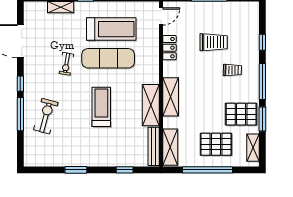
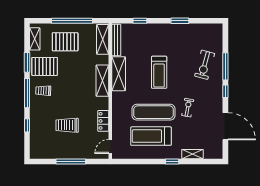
trolley: (232, 70) -> (43, 91), moved

